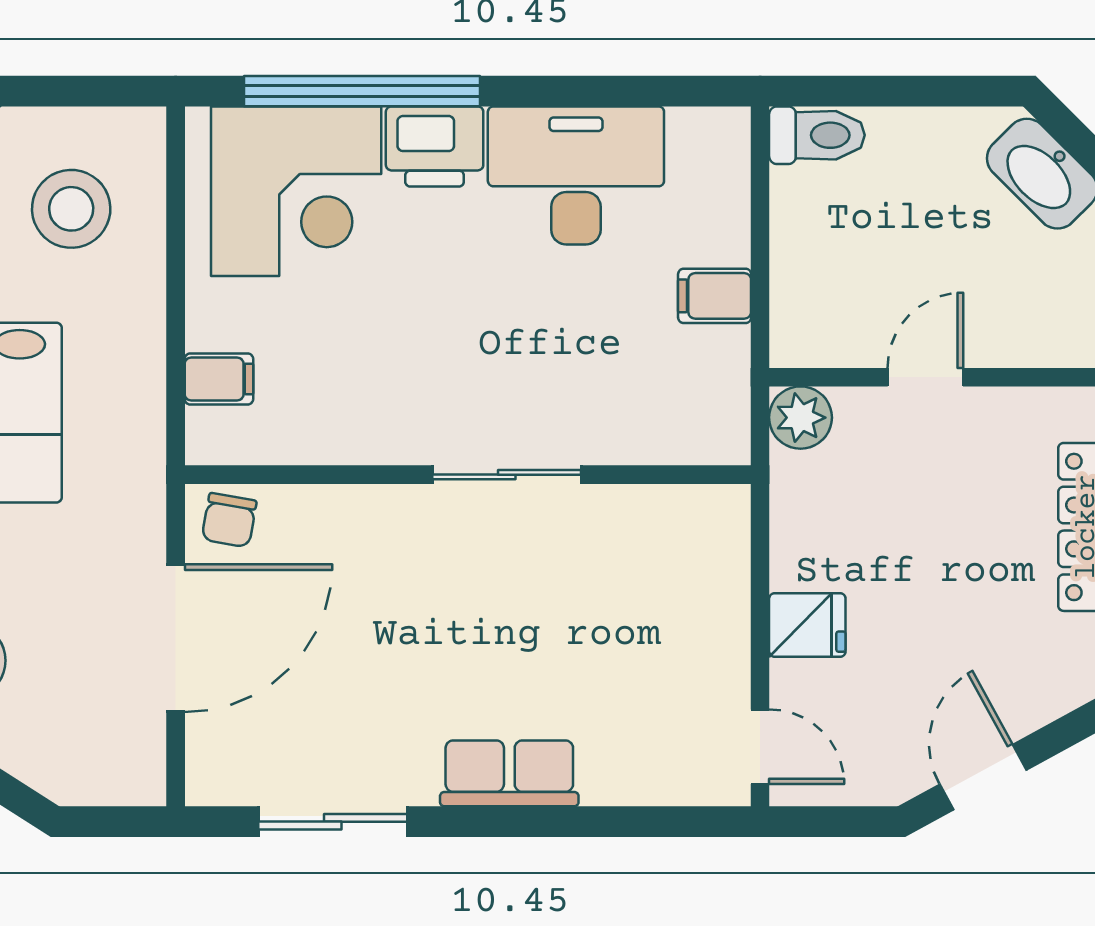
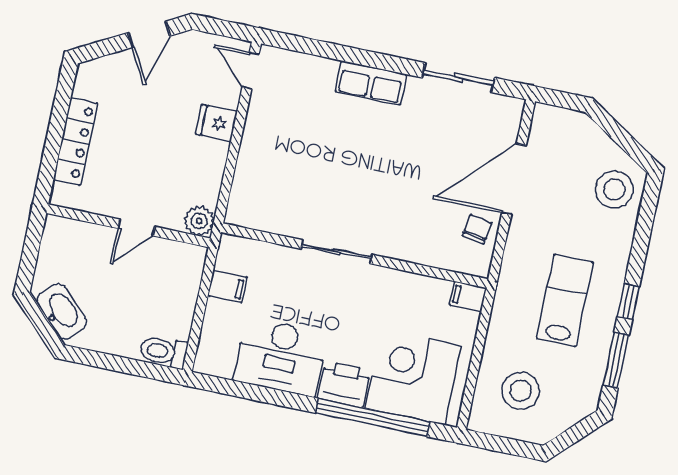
wall: (468, 475) -> (355, 256), moved
sliding door: (507, 475) -> (336, 252), moved

